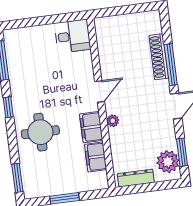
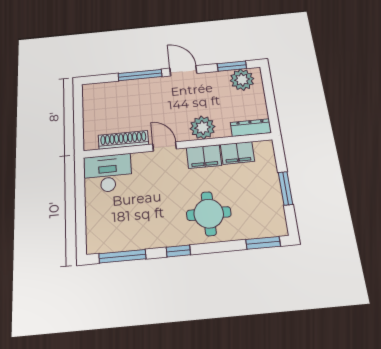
desk: (73, 36) -> (108, 173), width x1.37
shoe rack: (159, 57) -> (123, 140), moved, turned 180
plant: (113, 121) -> (203, 128), width x1.88, depth x1.88
dresser: (136, 178) -> (251, 128), moved, turned 90

